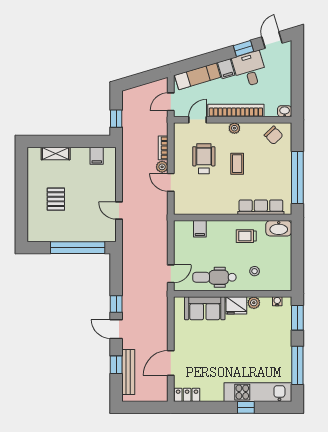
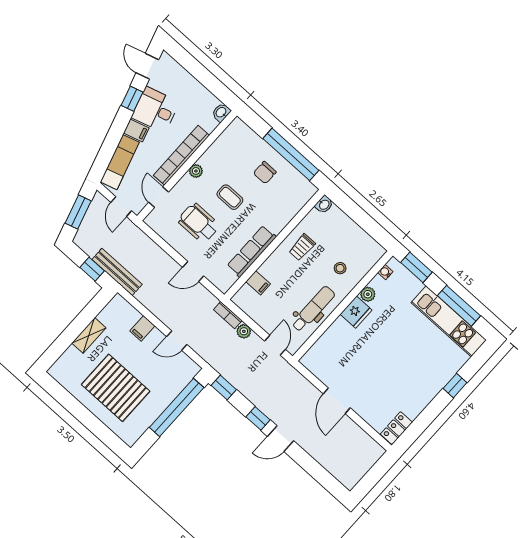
window: (144, 78) -> (78, 212), added
chair: (274, 135) -> (265, 173), moved, turned 134
bookcase: (163, 148) -> (228, 315), moved
shelving: (56, 153) -> (89, 335), moved
filing cabinet: (97, 156) -> (142, 328), moved, turned 90
plant: (162, 167) -> (244, 331), moved
pallet: (56, 199) -> (116, 388), width x2.05, depth x2.00
row of seats: (261, 207) -> (252, 251), moved
washbasin: (279, 228) -> (324, 205), width x0.52, depth x0.69
dental chair: (214, 277) -> (313, 309), turned 180
sofa: (205, 308) -> (333, 343), removed
door: (171, 363) -> (337, 401), moved
window: (116, 365) -> (224, 388), moved
bench: (128, 372) -> (117, 272), moved
kitchen unit: (258, 392) -> (449, 321), moved, turned -90

